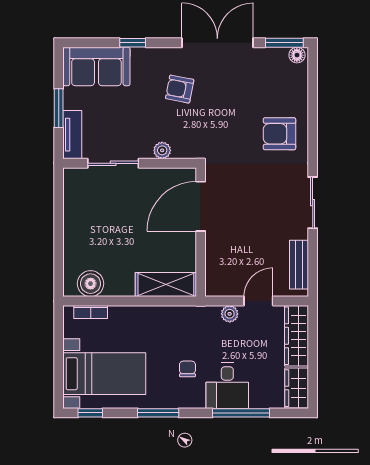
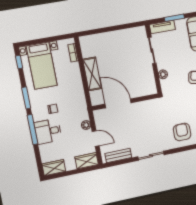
door: (201, 206) -> (118, 103), moved
boiler: (91, 284) -> (88, 50), removed
shelving: (166, 284) -> (92, 74), moved
wardrobe: (296, 336) -> (87, 161), width x0.67
window: (241, 413) -> (33, 130), moved

